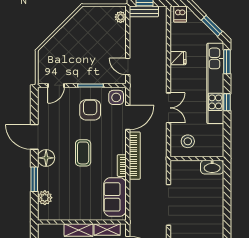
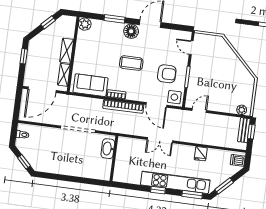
stool: (188, 141) -> (129, 153), removed
washbasin: (212, 167) -> (108, 149), moved
plant: (45, 198) -> (85, 24), moved

